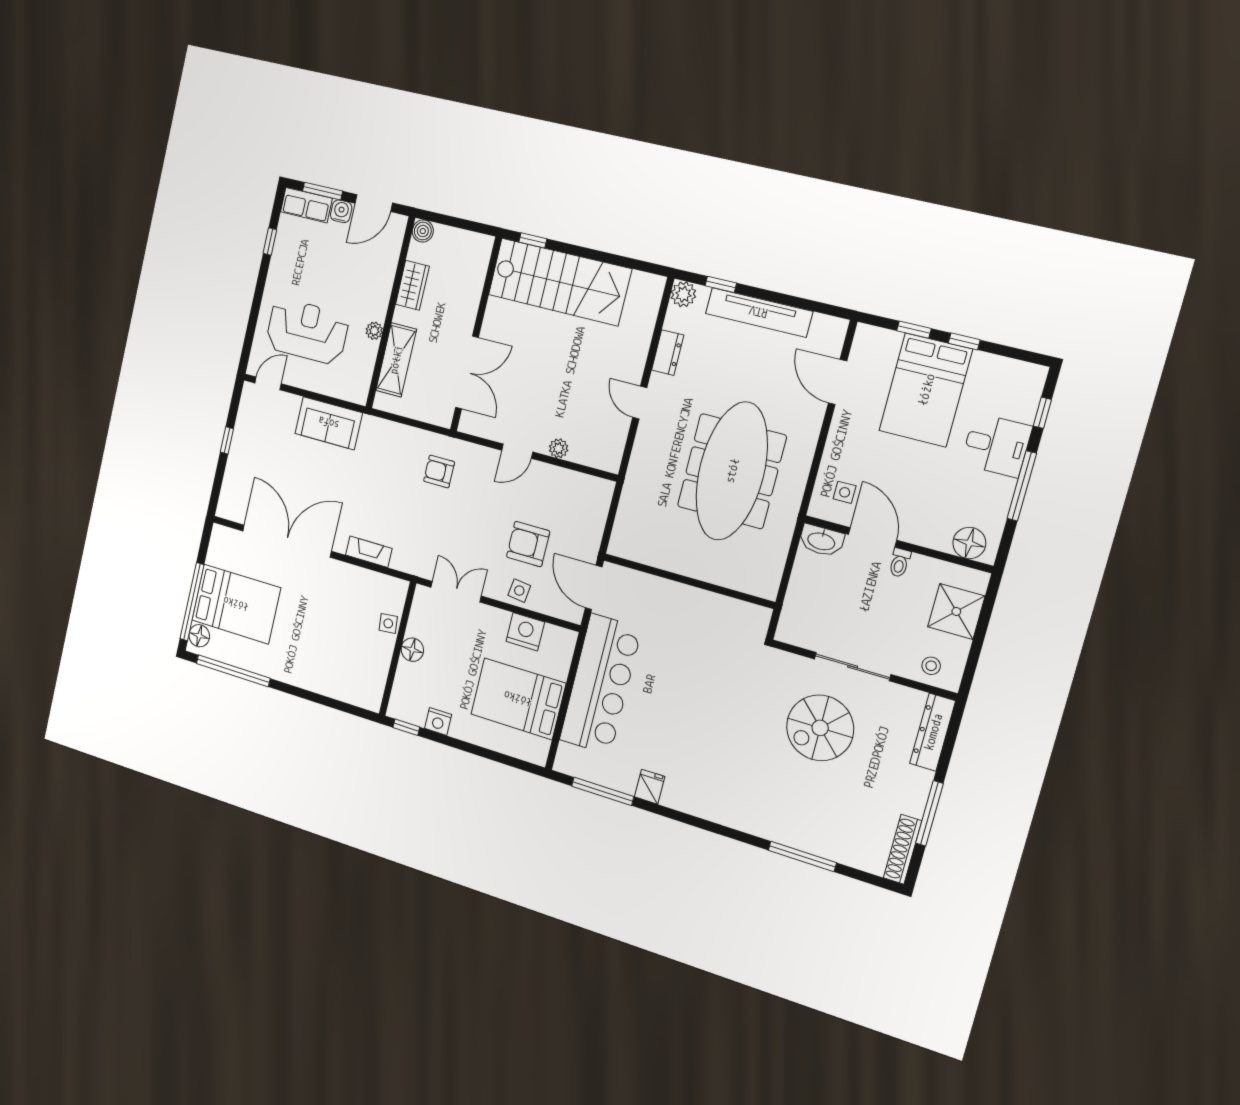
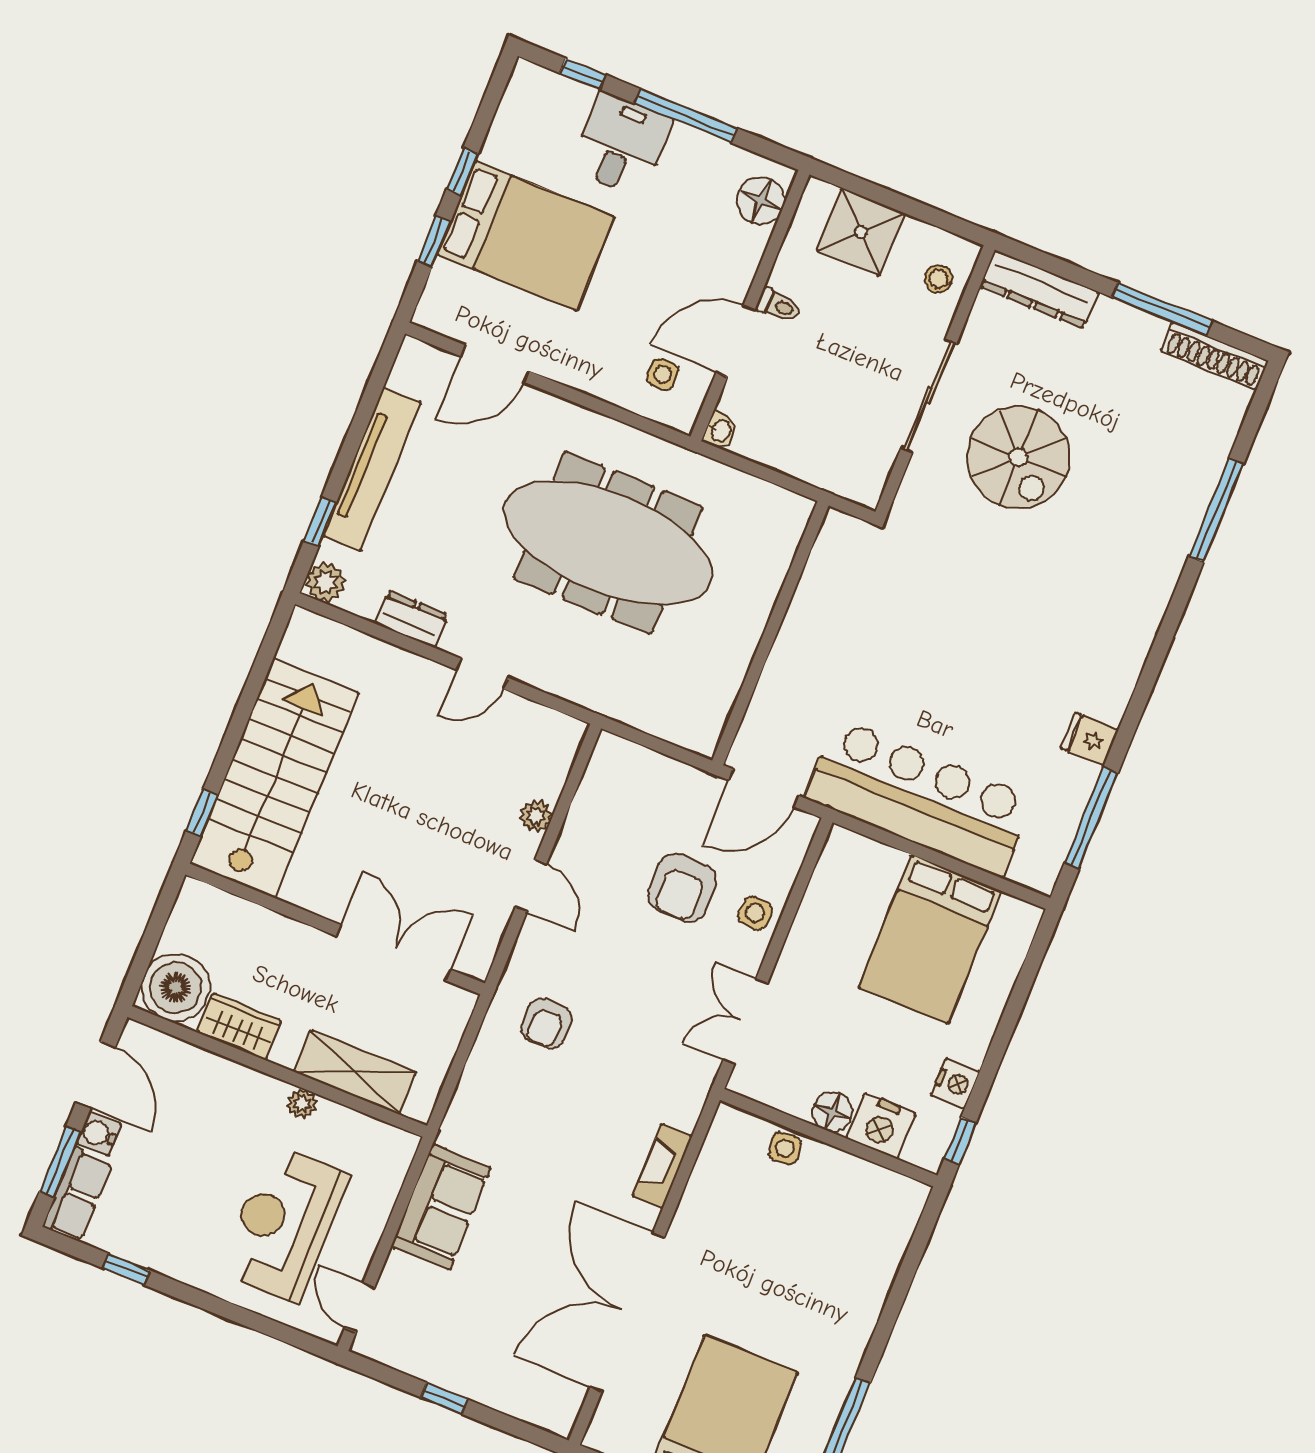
boiler: (423, 231) -> (176, 988), width x1.86, depth x1.86
washbasin: (821, 541) -> (720, 431), width x0.52, depth x0.69
nightstand: (525, 632) -> (881, 1126), moved, turned -90

